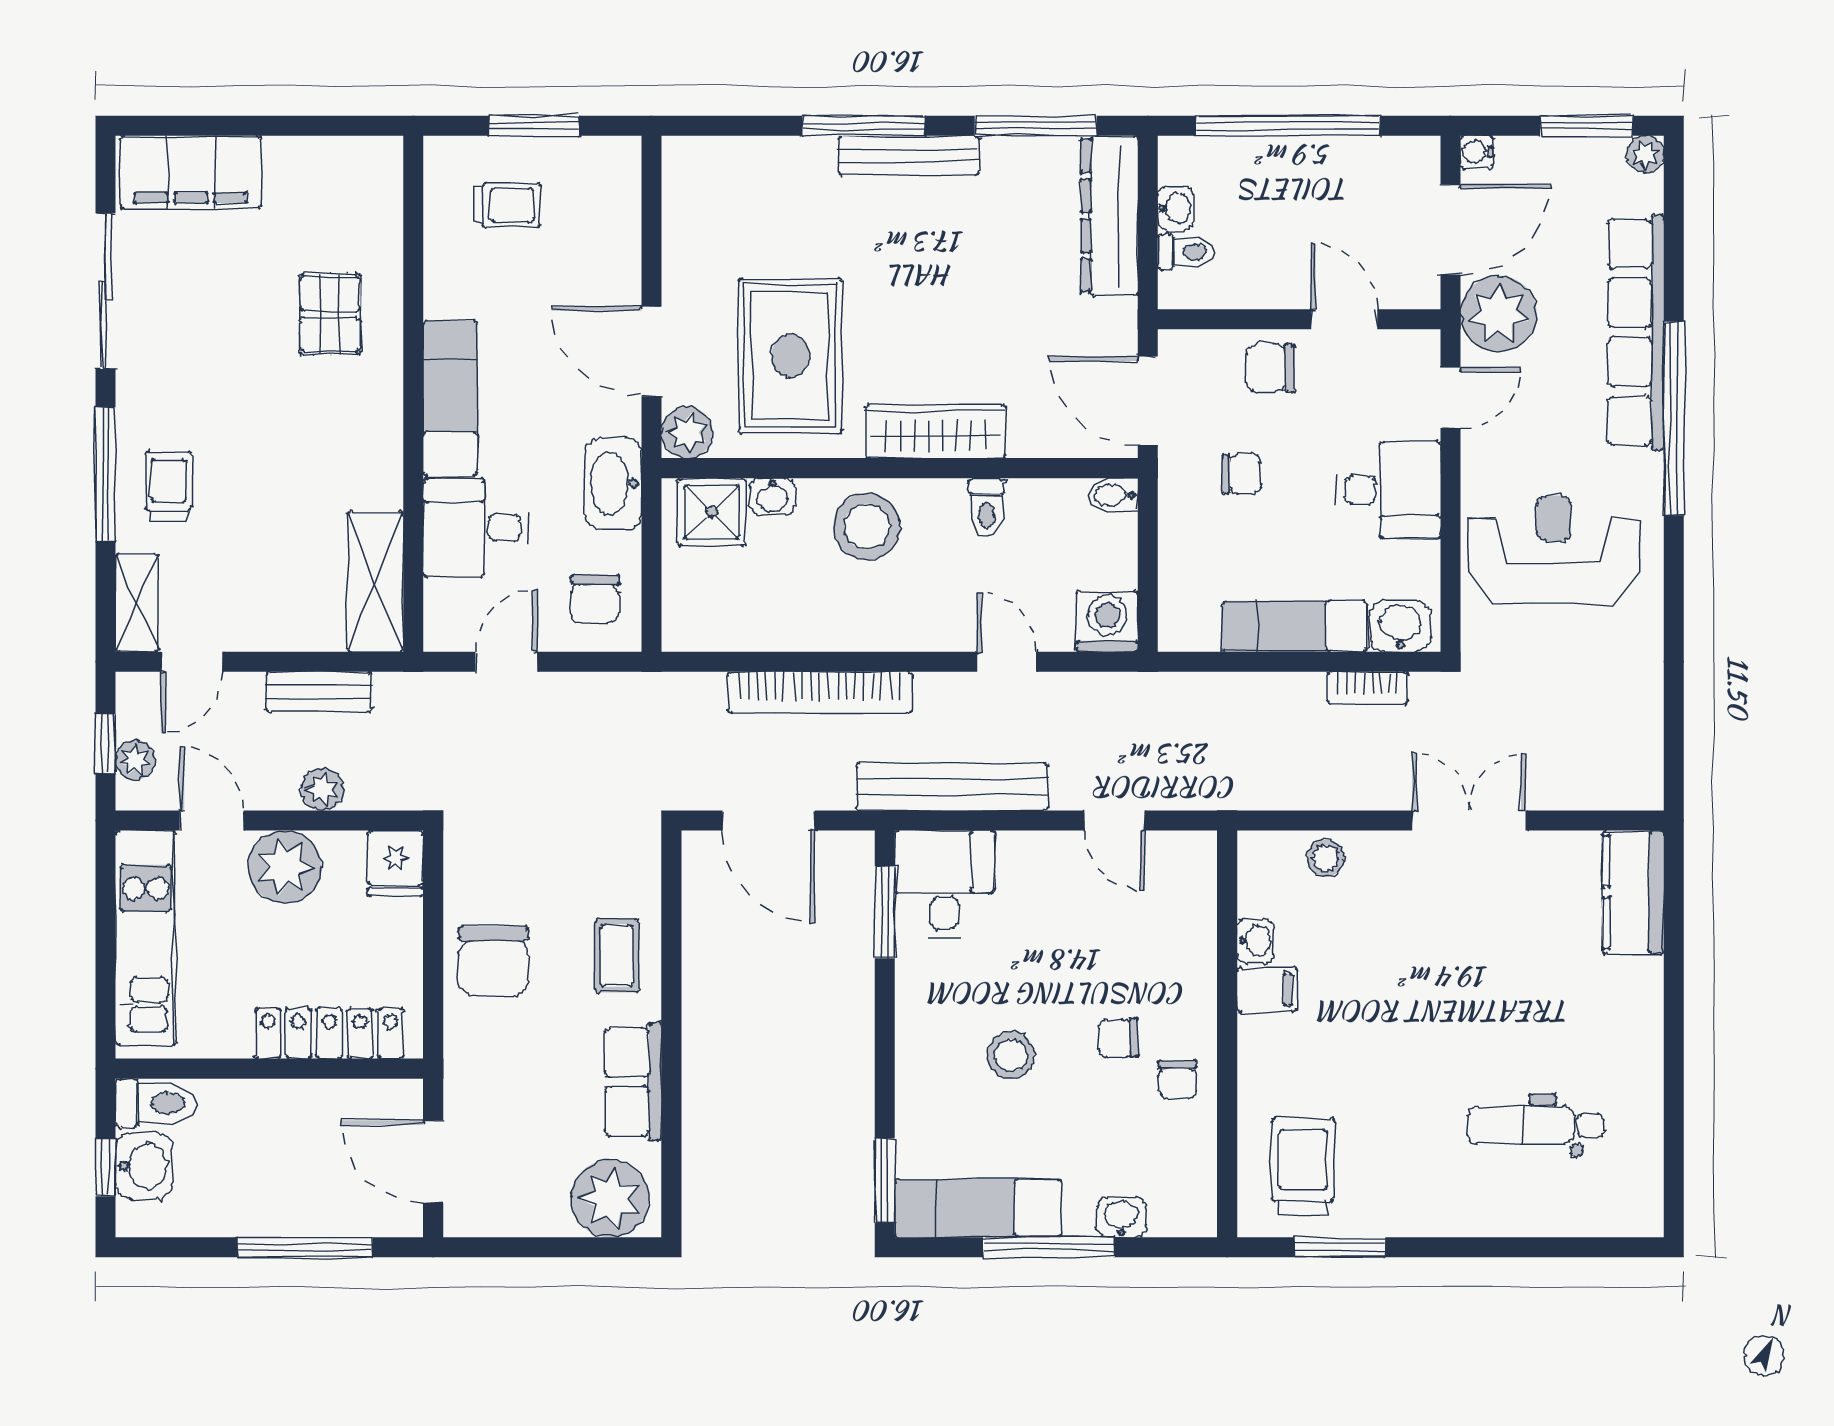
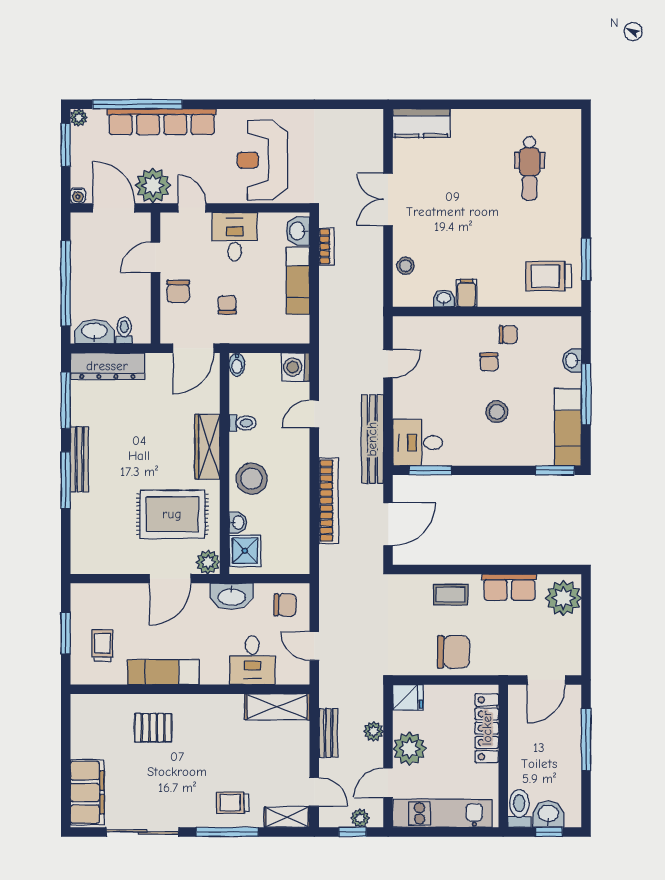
washbasin: (1176, 208) -> (94, 332), width x1.91, depth x1.45
exam couch: (450, 398) -> (163, 672), moved
window: (1674, 419) -> (137, 104), moved

